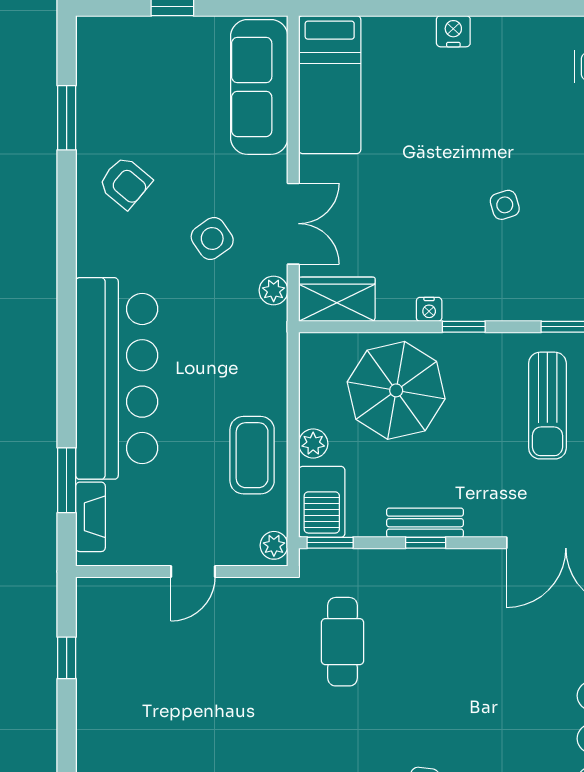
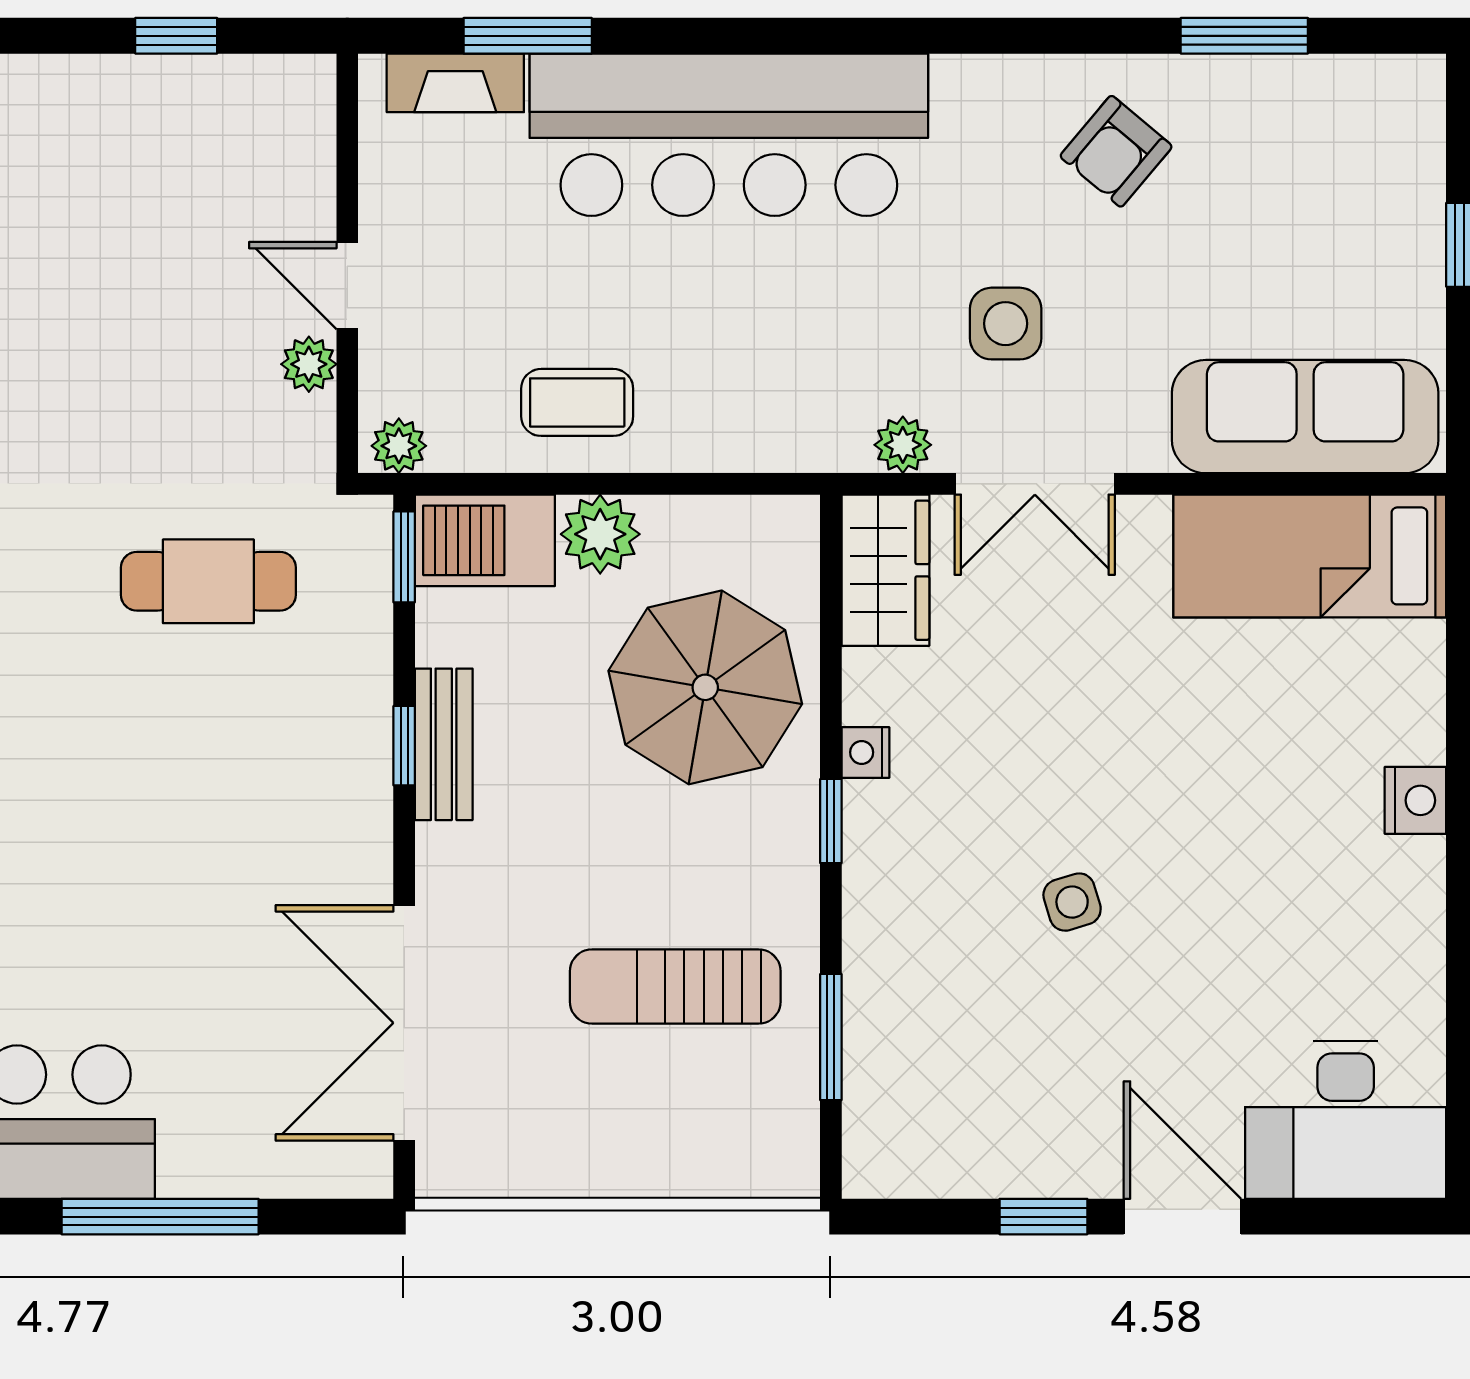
side table: (212, 238) -> (1006, 324), turned 35
plant: (313, 444) -> (600, 534), width x1.38, depth x1.38
coffee table: (252, 455) -> (577, 402), width x0.73, depth x0.77
plant: (233, 591) -> (309, 364), added

